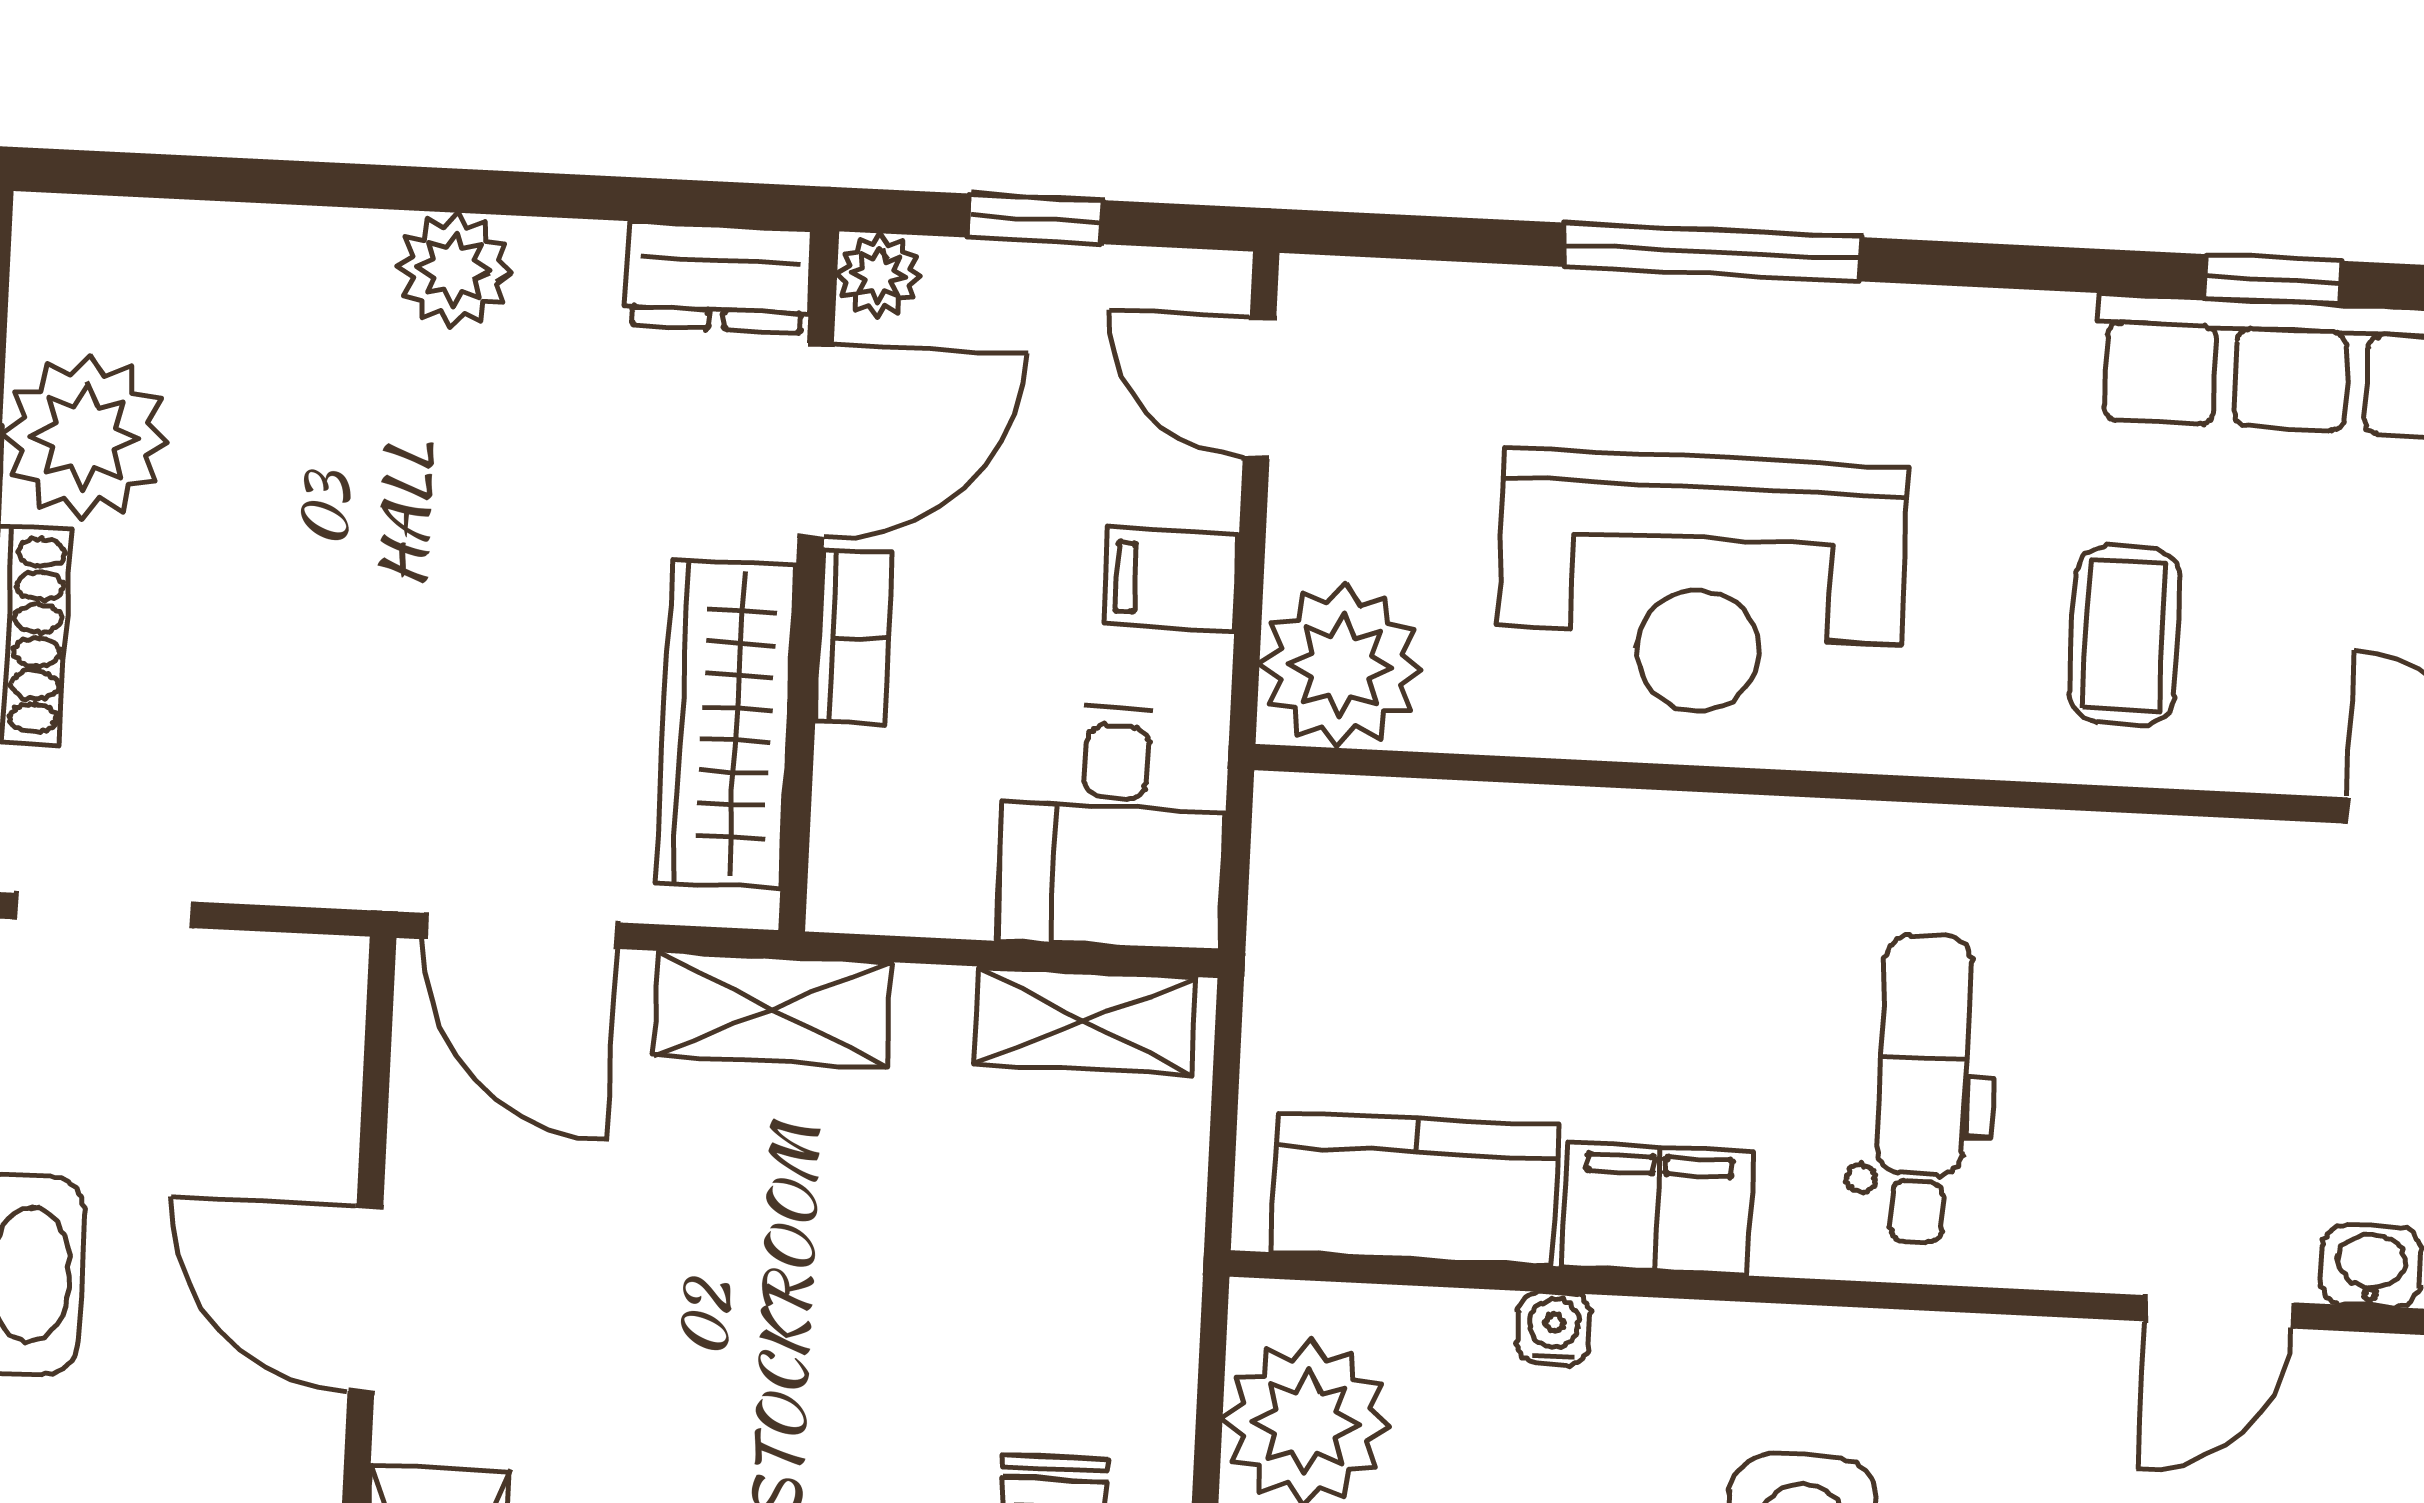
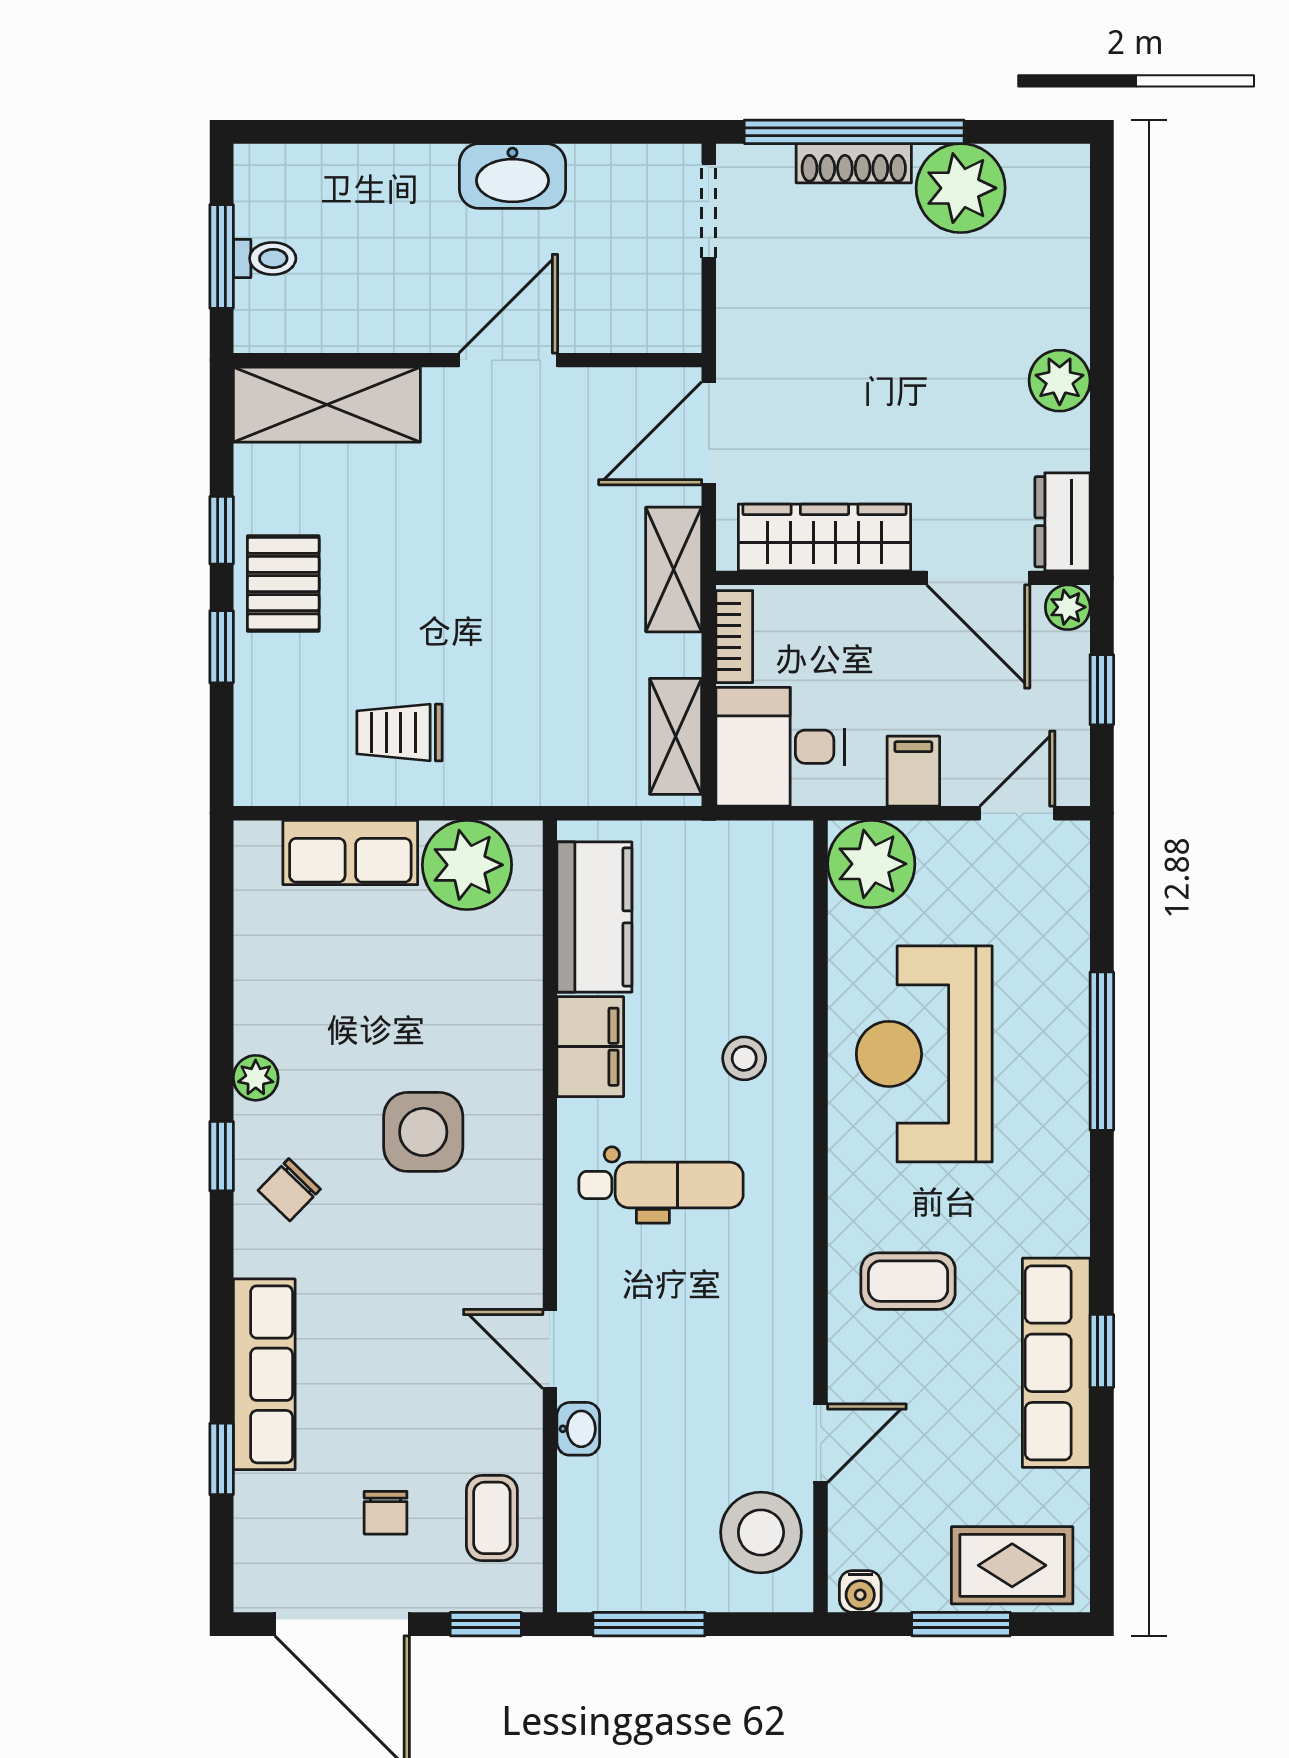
bookcase: (854, 637) -> (734, 637), moved, turned -90
stool: (1693, 922) -> (744, 1058), added
water cooler: (1554, 1329) -> (524, 995), removed

